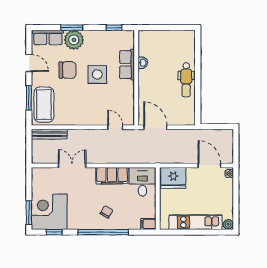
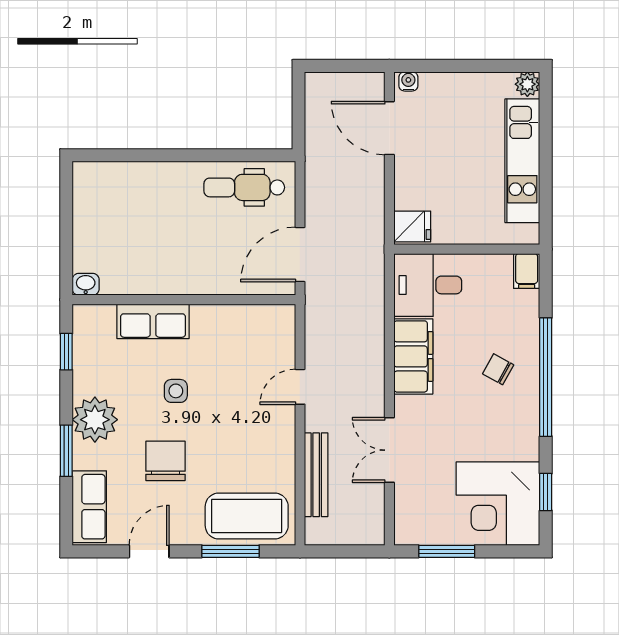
plant: (74, 40) -> (95, 420), moved
washbasin: (143, 63) -> (86, 284), moved
side table: (97, 74) -> (176, 391), width x0.54, depth x0.54
dental chair: (186, 80) -> (244, 187), moved, turned 180
door: (115, 127) -> (300, 387), moved
bench: (49, 134) -> (316, 475), moved
door: (209, 165) -> (389, 128), hinge flipped
fridge: (173, 178) -> (412, 226), width x0.53, depth x0.75
window: (29, 213) -> (447, 551), moved

